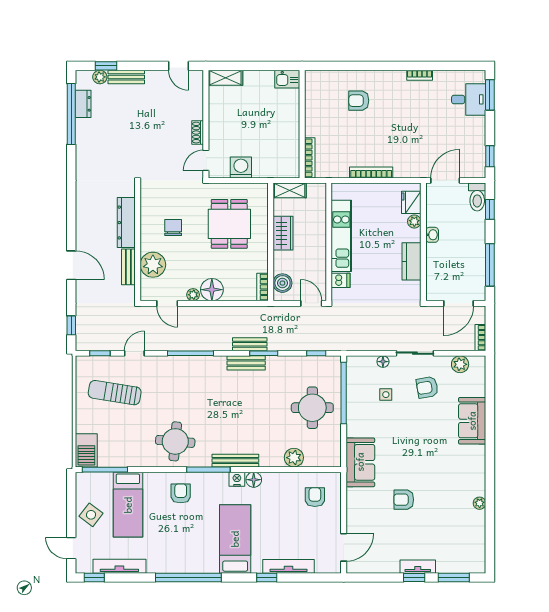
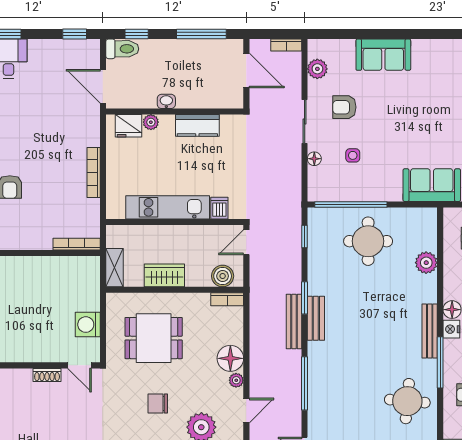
bench: (250, 344) -> (294, 322), width x1.36
armchair: (427, 387) -> (344, 107), turned 100

